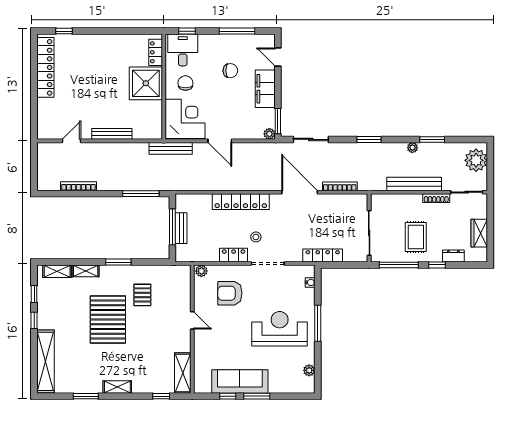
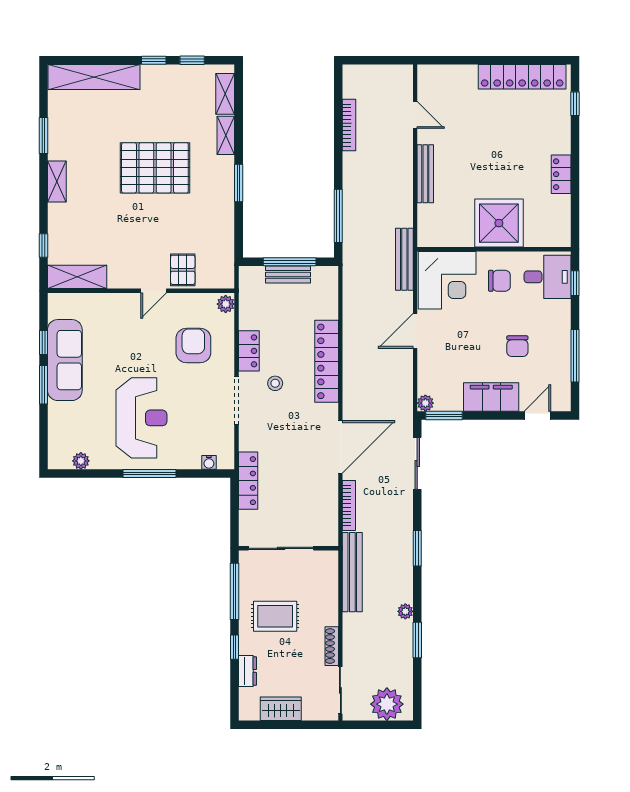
locker: (156, 52) -> (561, 174), moved, turned -90
bench: (414, 184) -> (352, 572), moved
pallet: (142, 295) -> (183, 270), moved, turned 90

